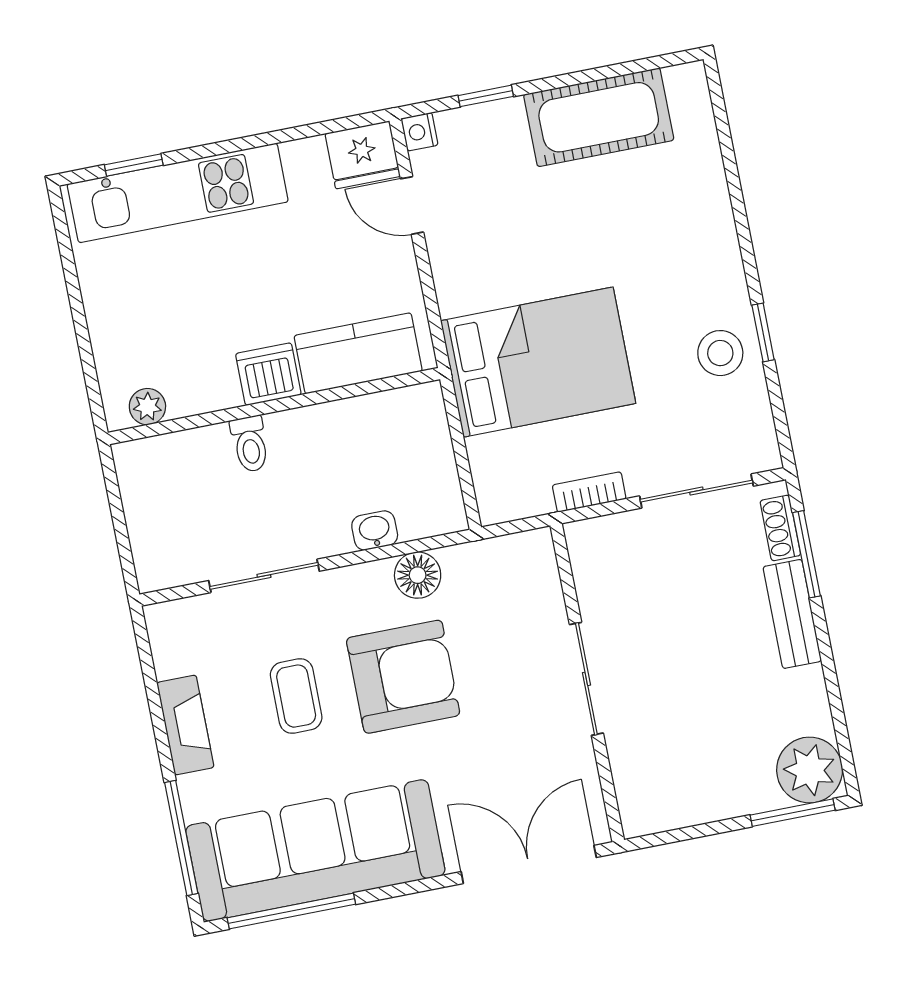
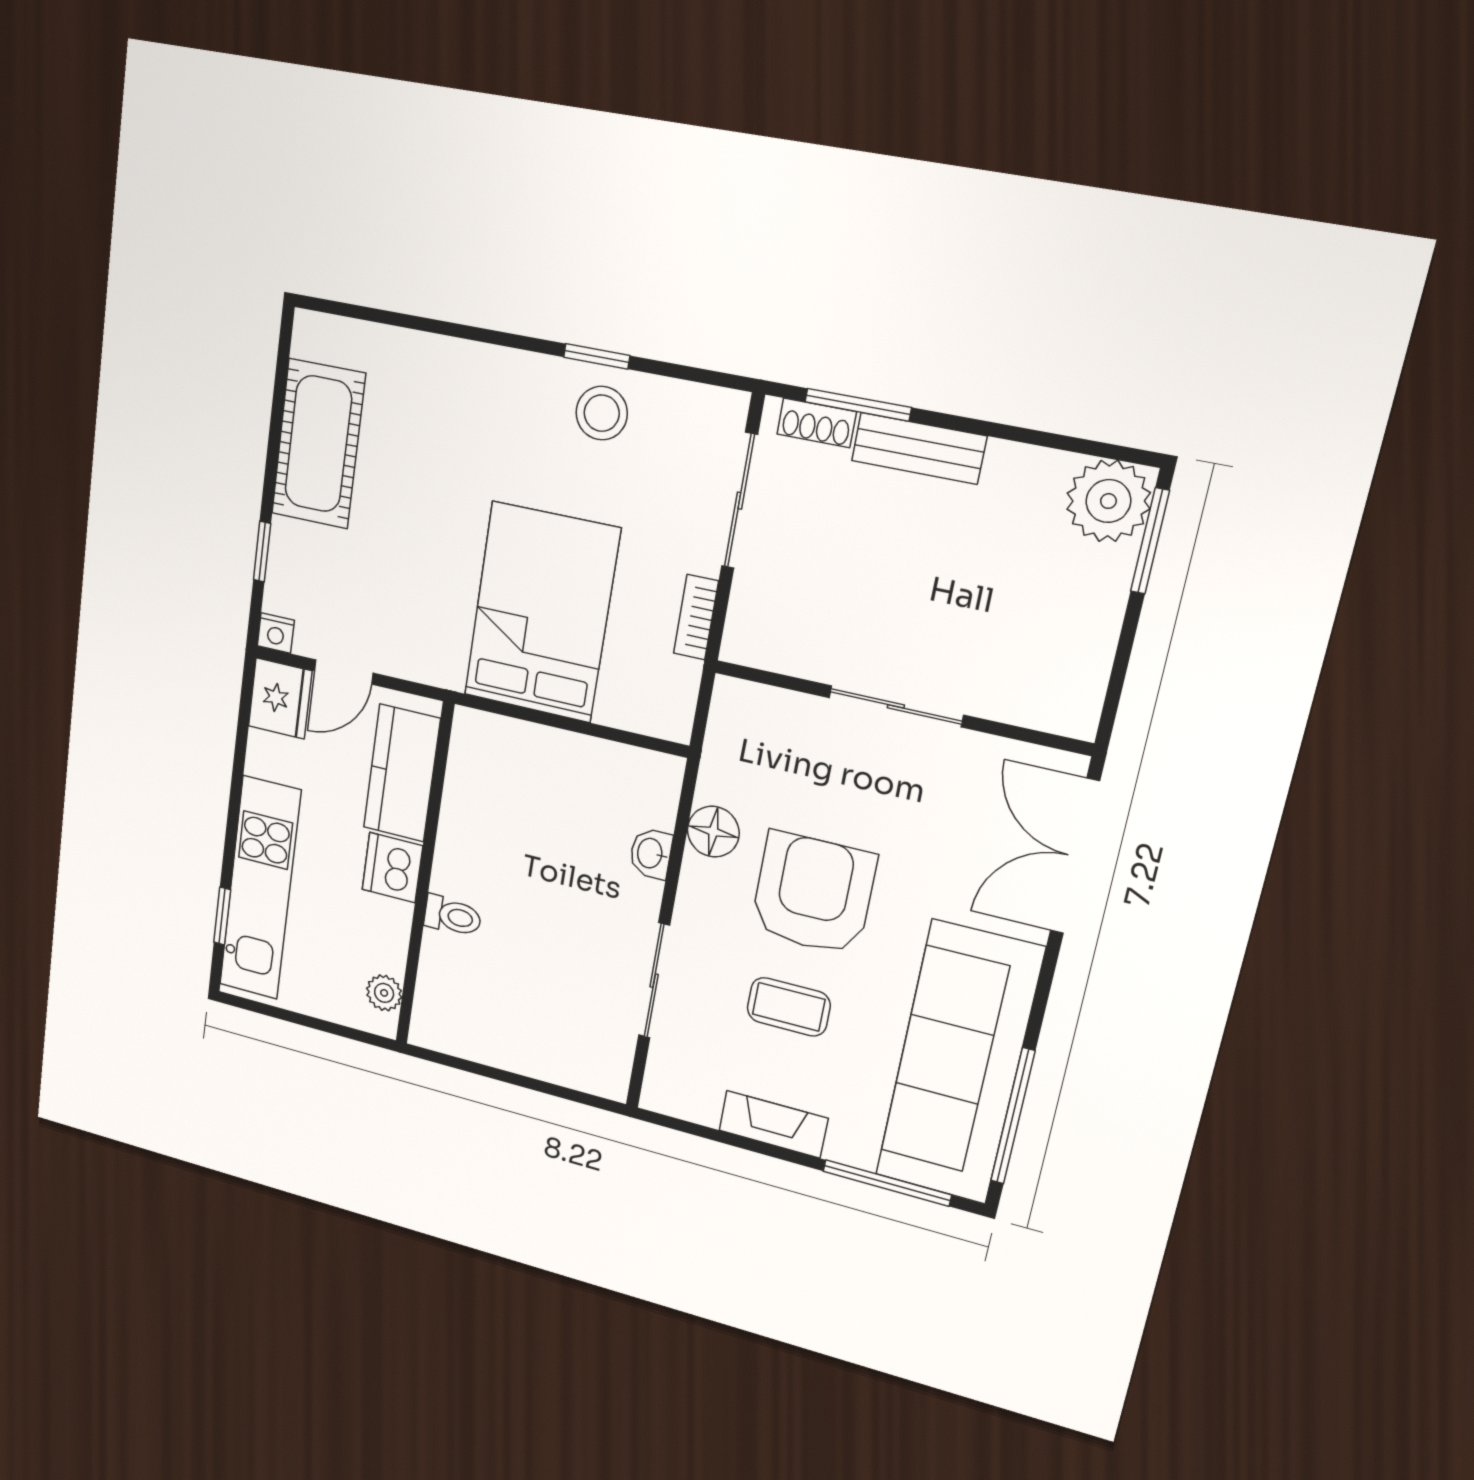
kitchen counter: (358, 353) -> (402, 773), moved
dishwasher: (268, 374) -> (392, 868), moved
wall: (274, 406) -> (424, 877), moved
plant: (147, 407) -> (384, 993), moved
toilet: (250, 444) -> (453, 916), moved

